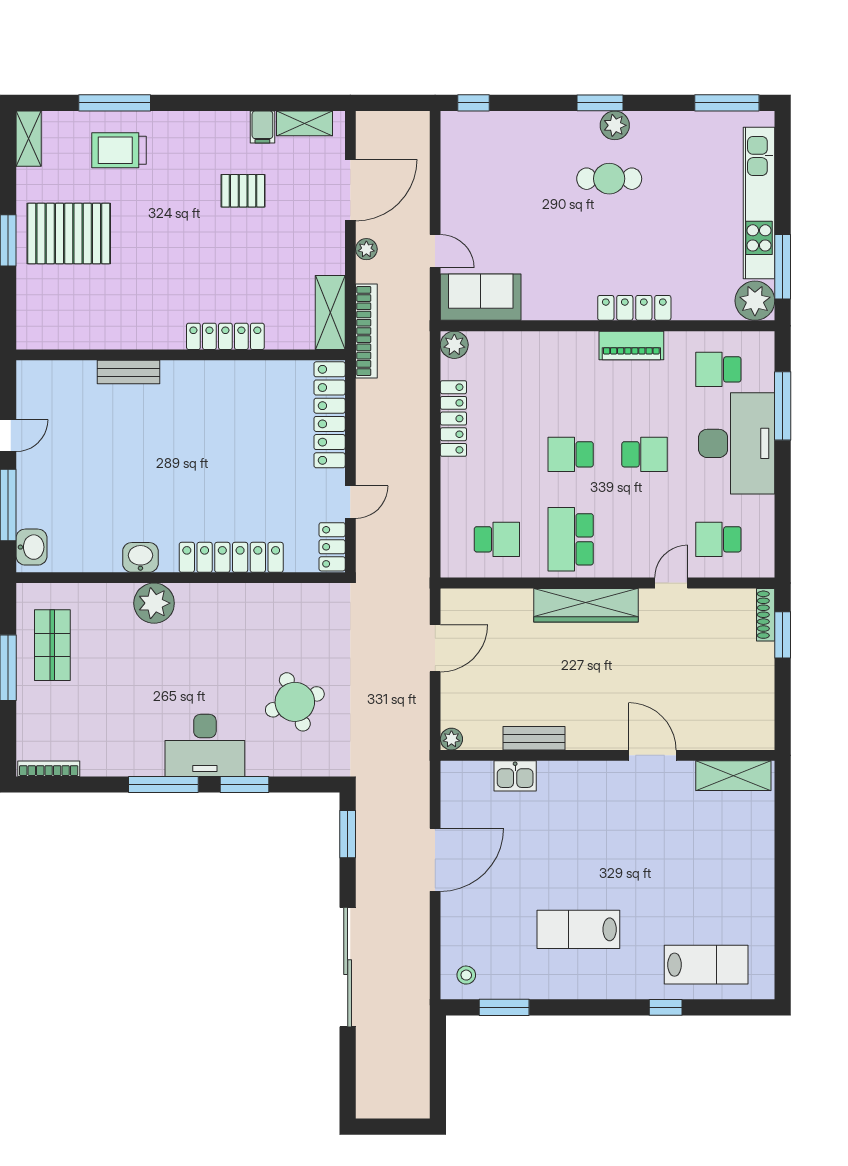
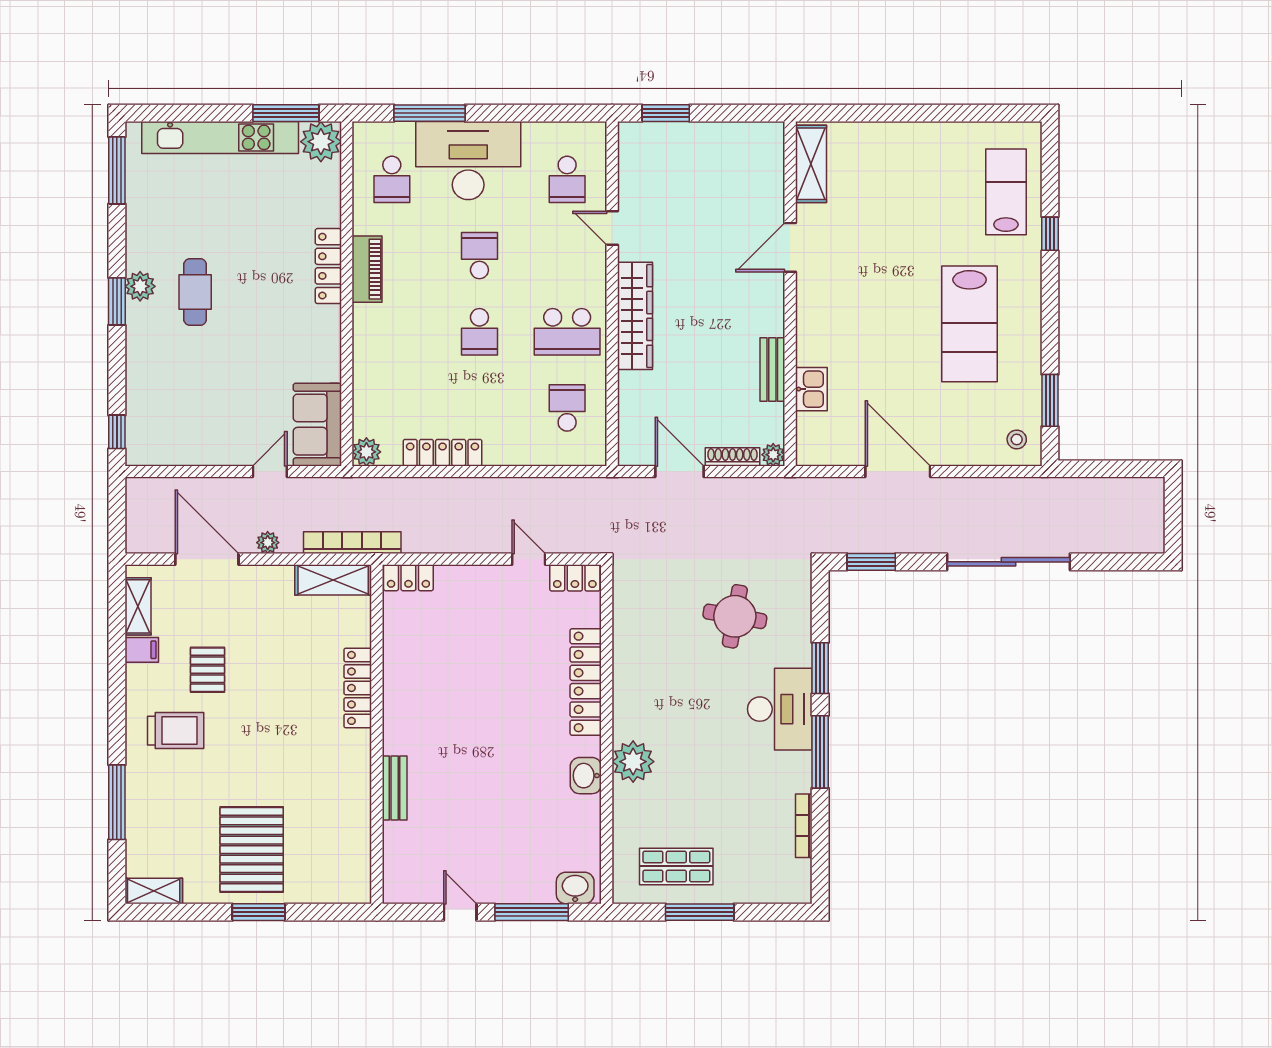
trolley: (119, 150) -> (176, 731), moved, turned -90
locker: (330, 415) -> (408, 578), width x0.46, depth x0.83
shoe rack: (766, 615) -> (732, 457), moved, turned 180
round table: (295, 702) -> (735, 616), turned 30
bookcase: (49, 769) -> (804, 826), moved
lab bench: (578, 929) -> (970, 324), width x1.36, depth x1.39

